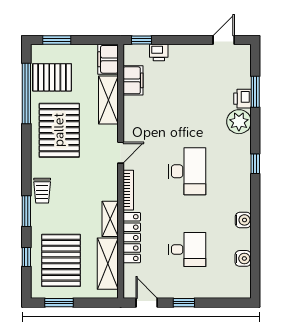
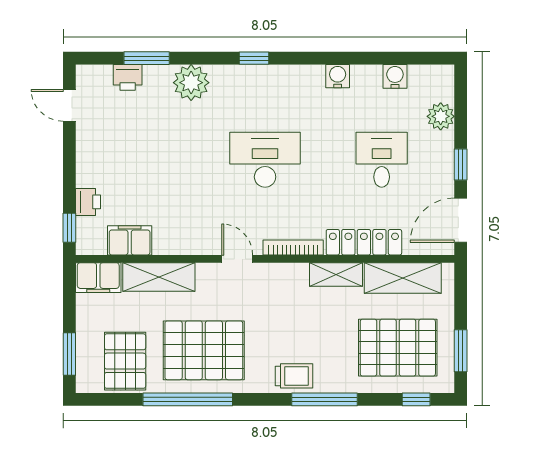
window: (26, 94) -> (188, 399), moved
printer: (242, 99) -> (128, 77), moved
window: (26, 211) -> (324, 399), width x1.44
window: (26, 257) -> (416, 399), moved
plant: (216, 289) -> (441, 116), added
door: (147, 303) -> (461, 220), width x1.37

